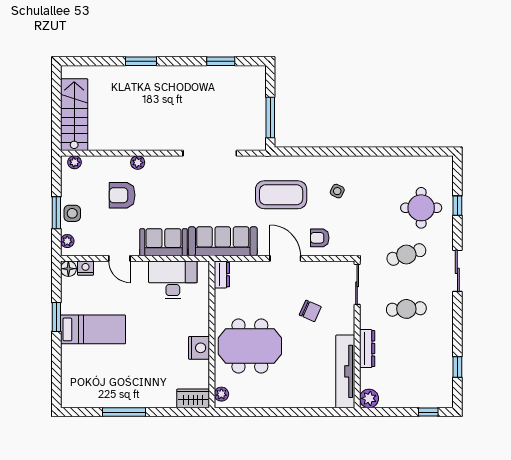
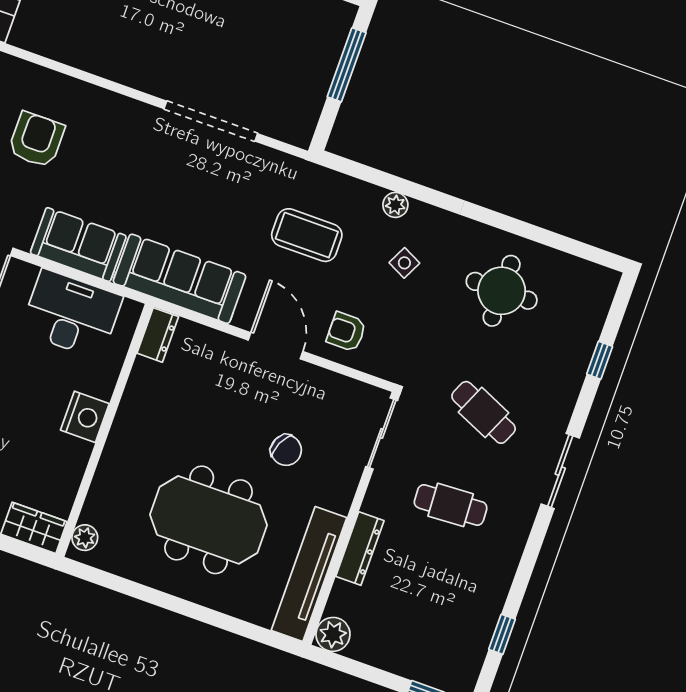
window: (270, 117) -> (347, 65), moved
plant: (138, 163) -> (395, 205), moved
armchair: (122, 195) -> (36, 140), turned 90
coffee table: (281, 195) -> (307, 235), width x0.73, depth x0.76
round table: (421, 208) -> (502, 291), moved
cafe table: (406, 254) -> (484, 412), turned 42
meeting table: (250, 346) -> (209, 520), moved
nightstand: (199, 348) -> (85, 417), moved

